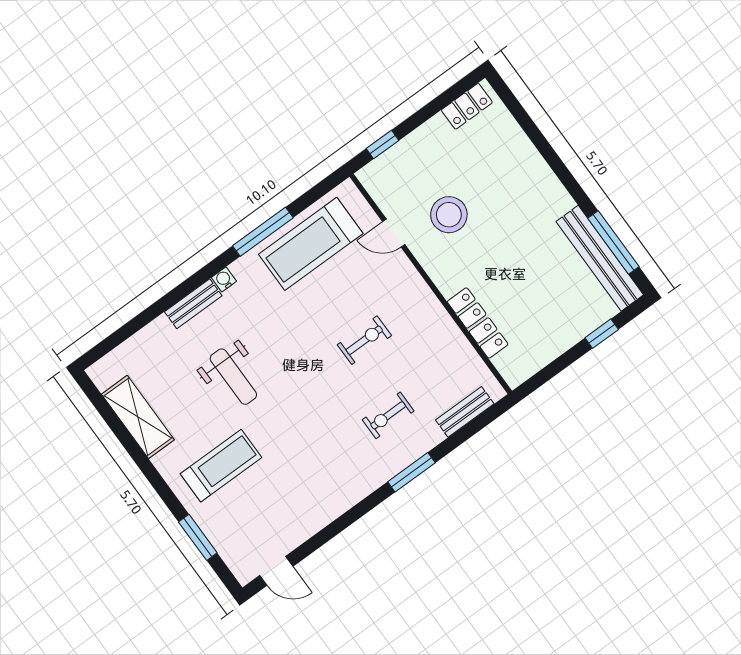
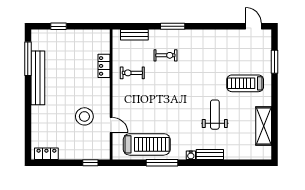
bench: (600, 258) -> (38, 78), moved
locker: (478, 323) -> (104, 66), width x0.66
exercise bike: (364, 340) -> (132, 73), moved

